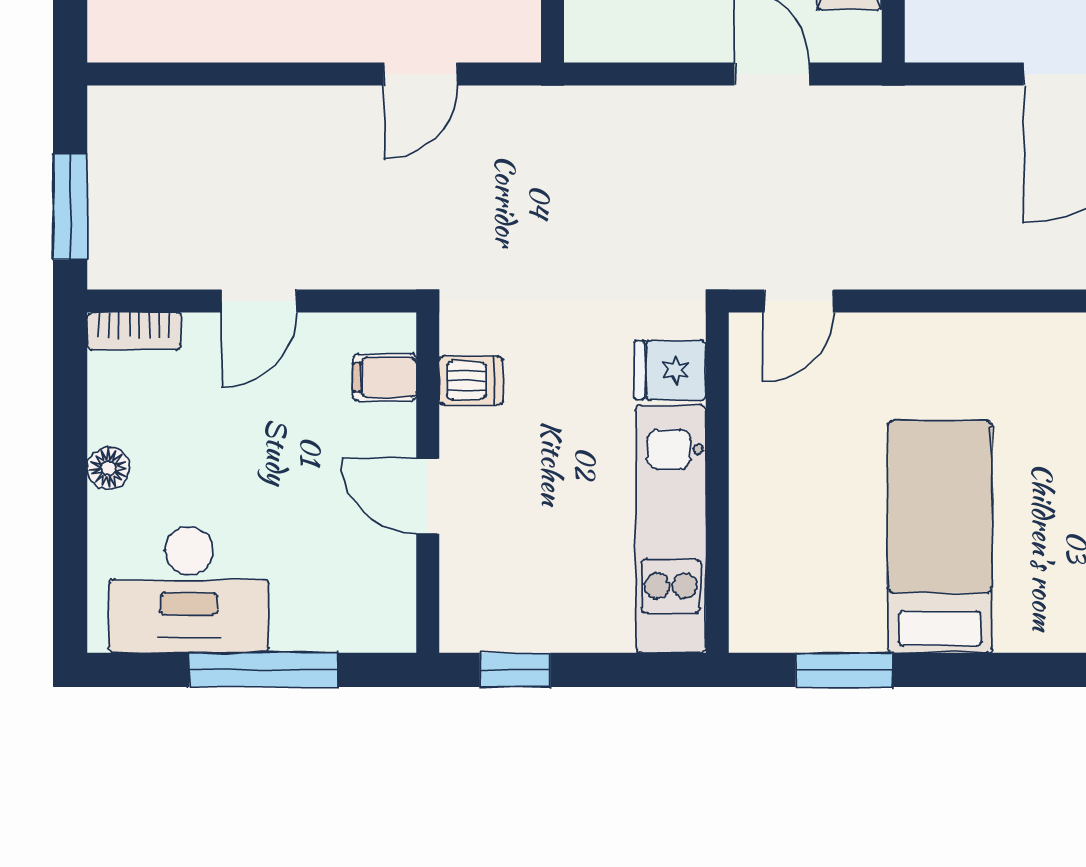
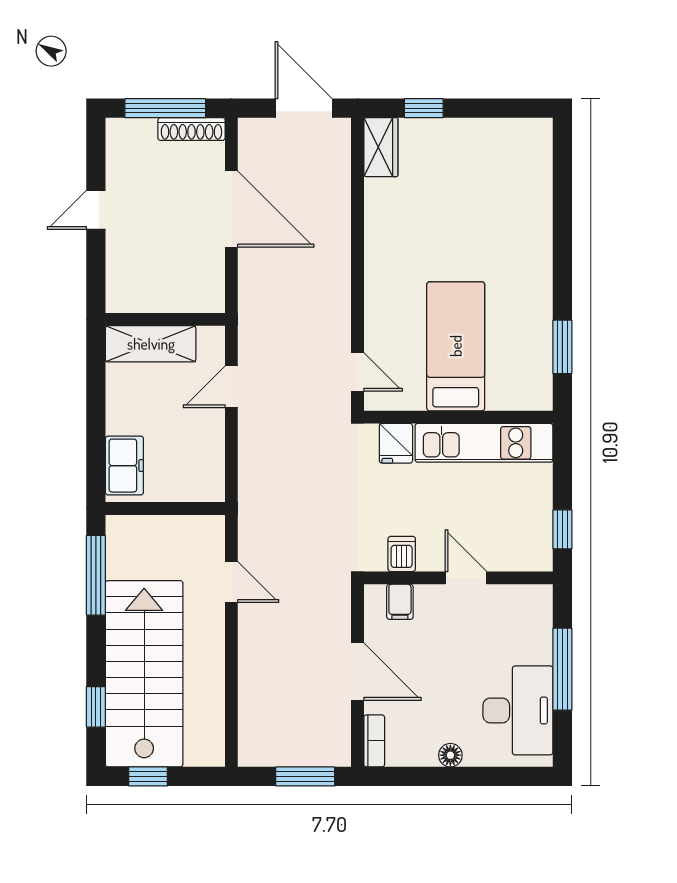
door: (259, 301) -> (357, 672), width x1.38
door: (428, 496) -> (466, 578), swing flipped
bed: (940, 537) -> (456, 346), moved, turned 90

